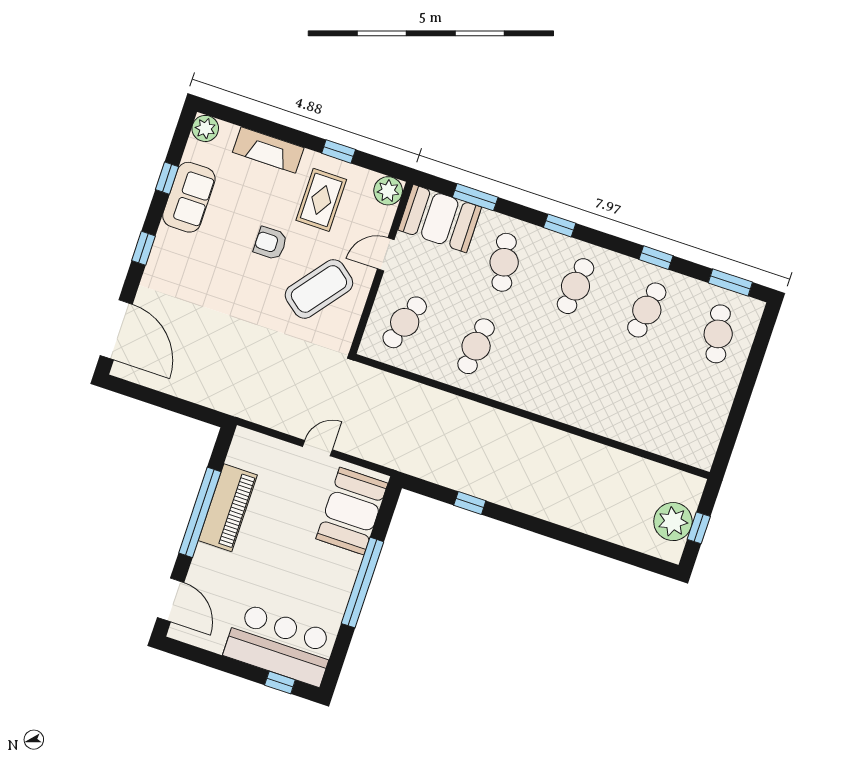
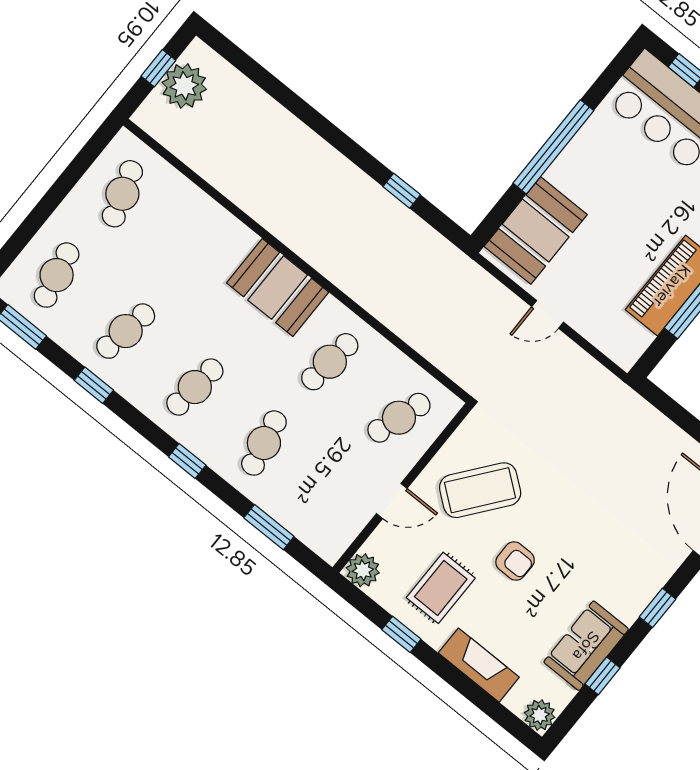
booth: (440, 219) -> (278, 287), moved
cafe table: (690, 418) -> (122, 194), added

